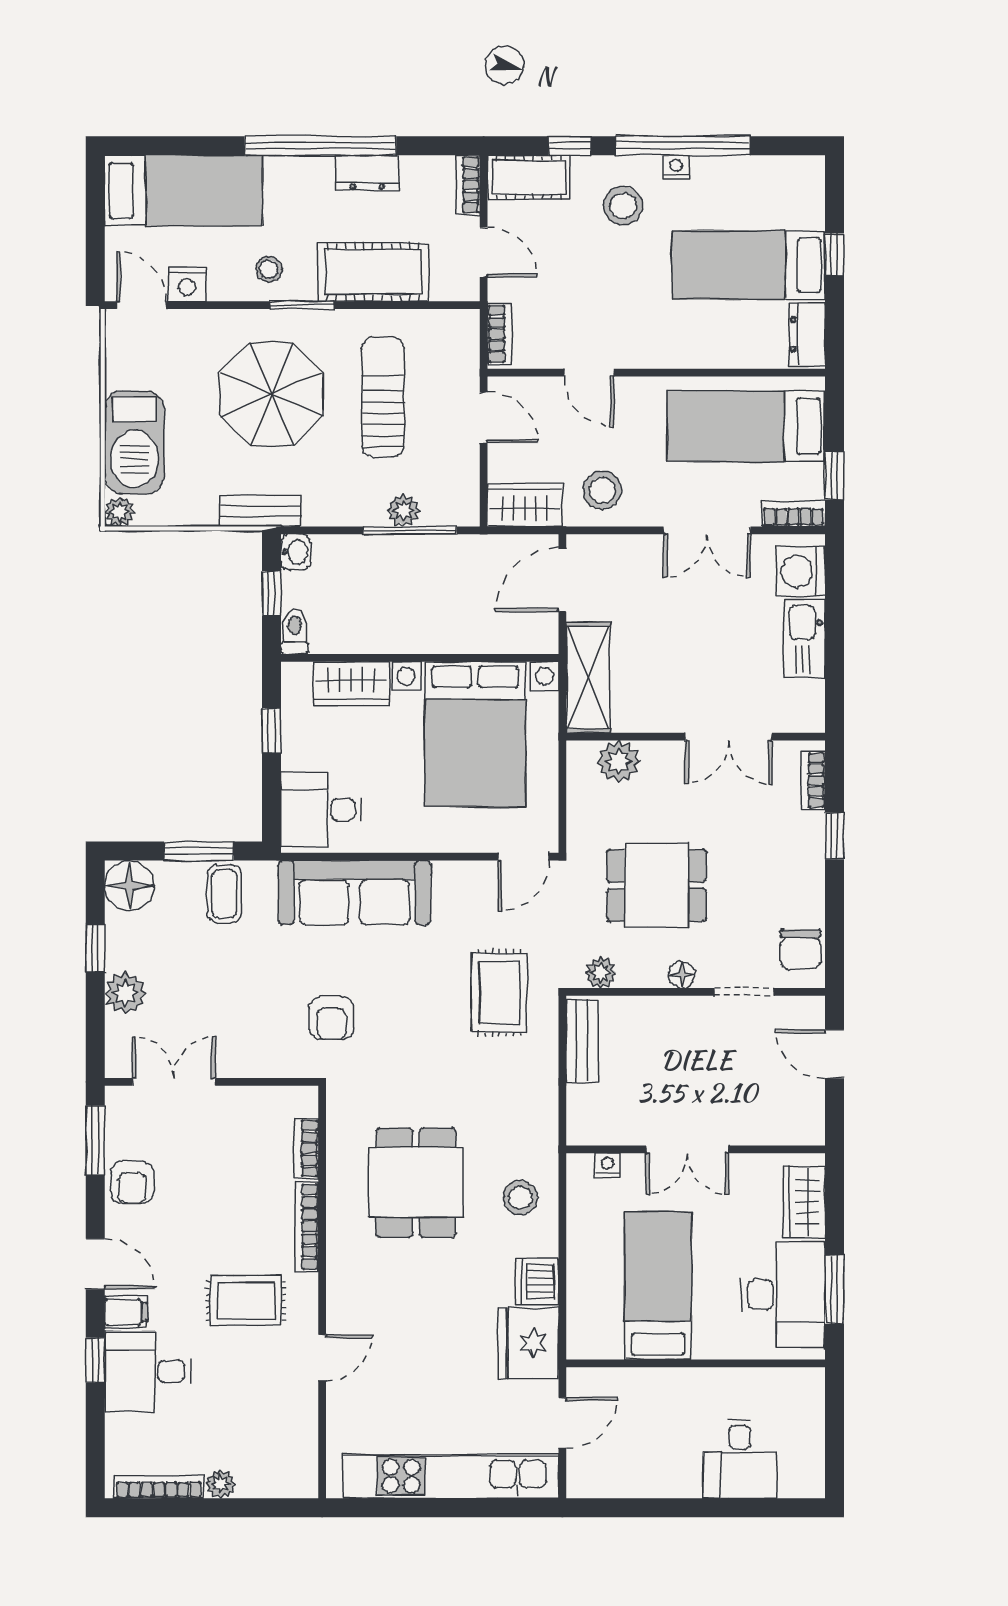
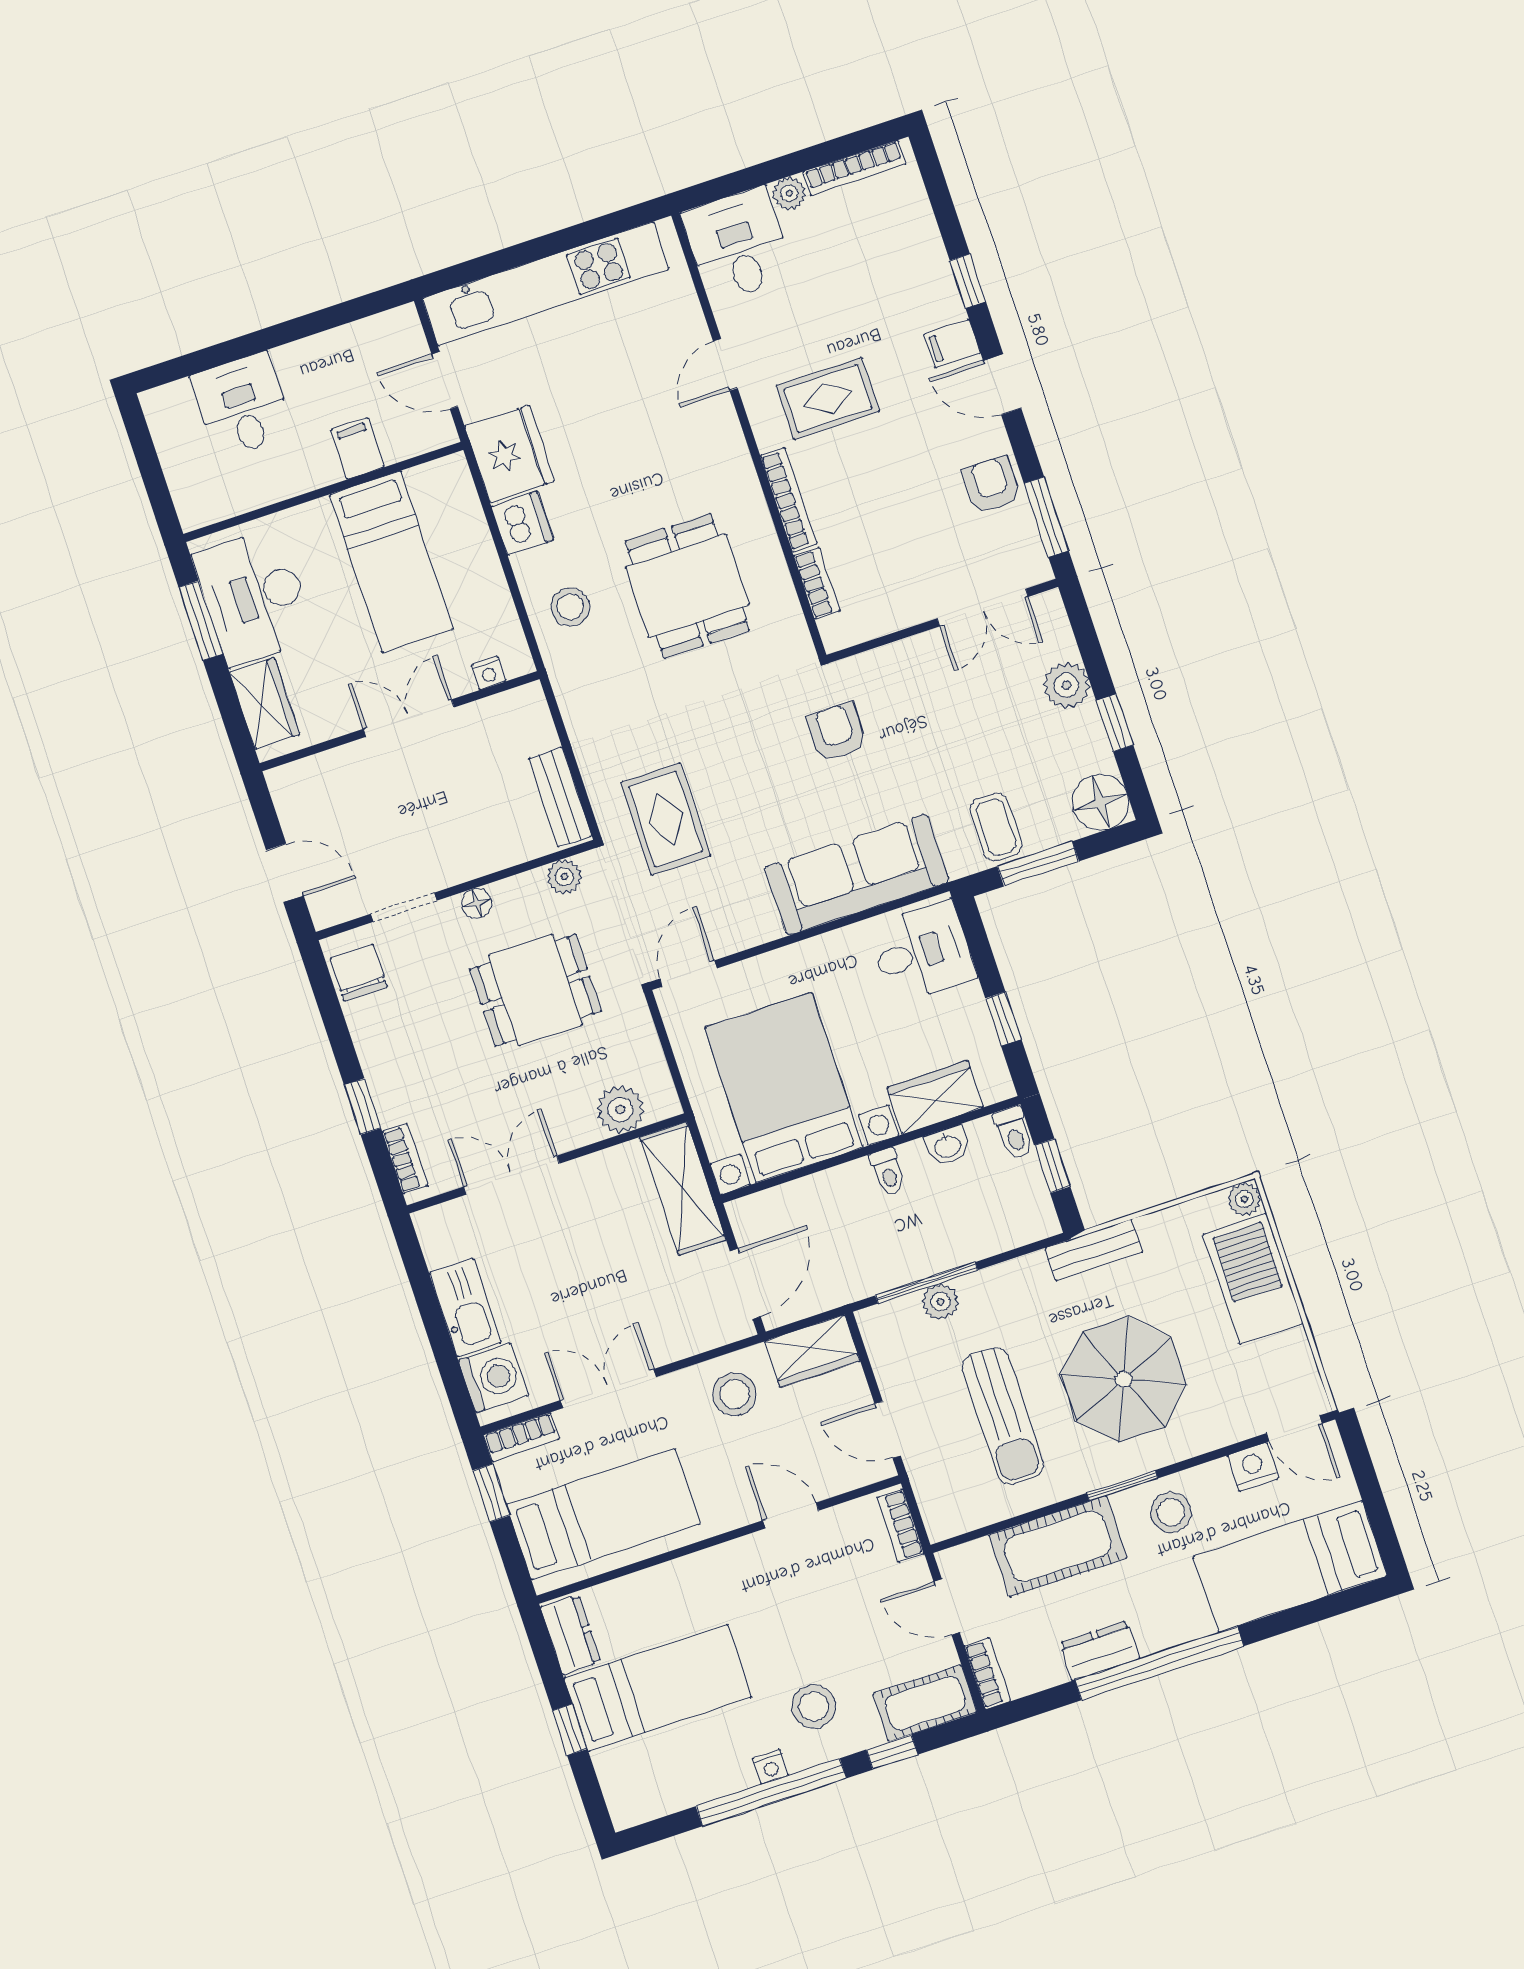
stool: (269, 269) -> (1171, 1512), width x1.37, depth x1.37
washbasin: (296, 552) -> (947, 1146), moved, turned -90
toilet: (411, 634) -> (888, 1172), added
desk: (148, 1371) -> (738, 245), moved, turned -90
filing cabinet: (655, 1390) -> (357, 448), added
door: (562, 1423) -> (445, 380), hinge flipped

